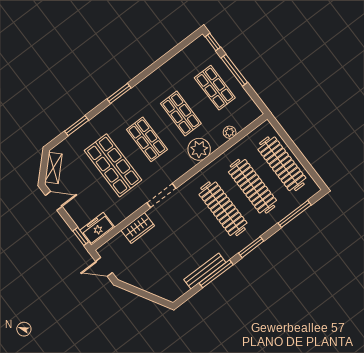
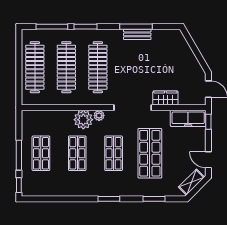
plant: (230, 132) -> (99, 116), moved
doorway: (162, 196) -> (133, 108), width x1.36
freezer: (97, 229) -> (188, 118), width x1.40
window: (251, 247) -> (85, 27), moved
bench: (205, 271) -> (137, 34), width x0.73

